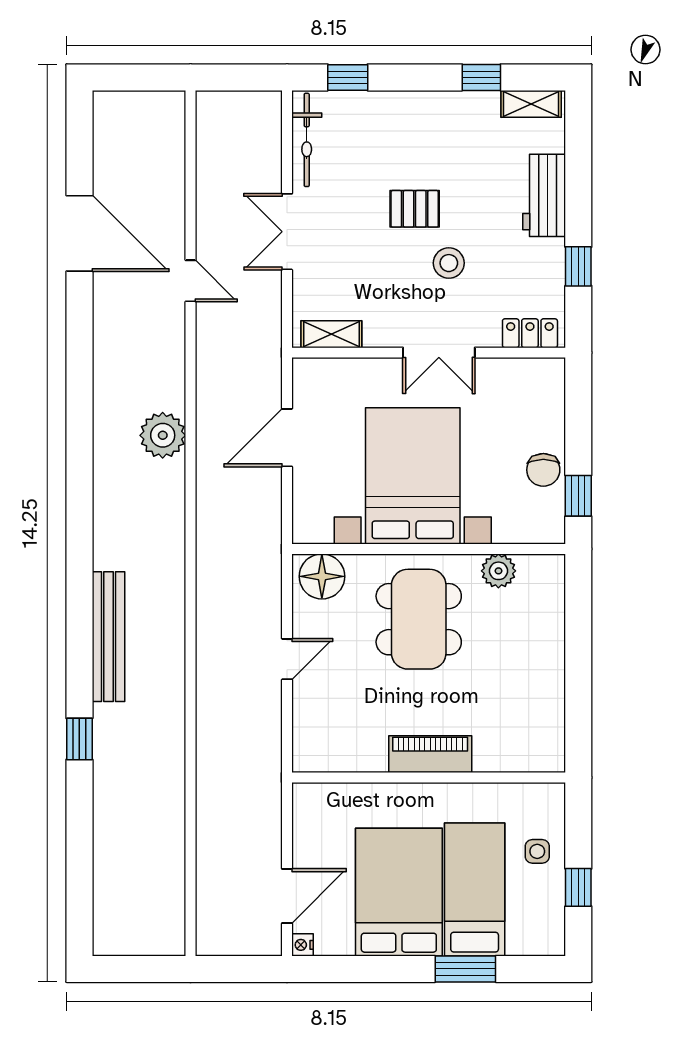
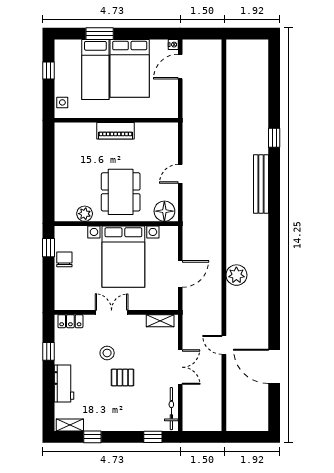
side table: (537, 851) -> (62, 102), moved

